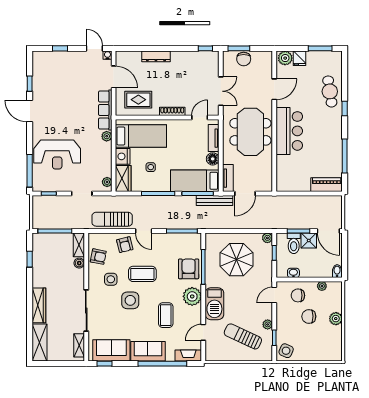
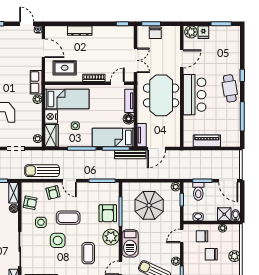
cafe table: (330, 91) -> (230, 88), moved
row of seats: (105, 110) -> (36, 82), width x0.68
piano: (327, 185) -> (207, 141), moved
shower: (309, 240) -> (224, 214), moved
armchair: (189, 269) -> (108, 213), turned 180

